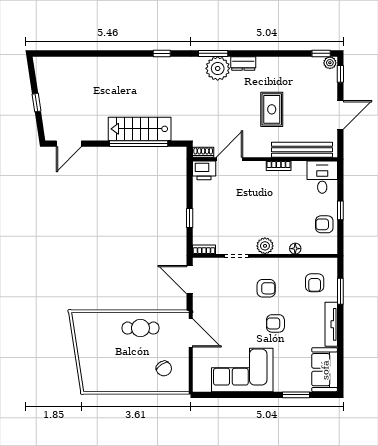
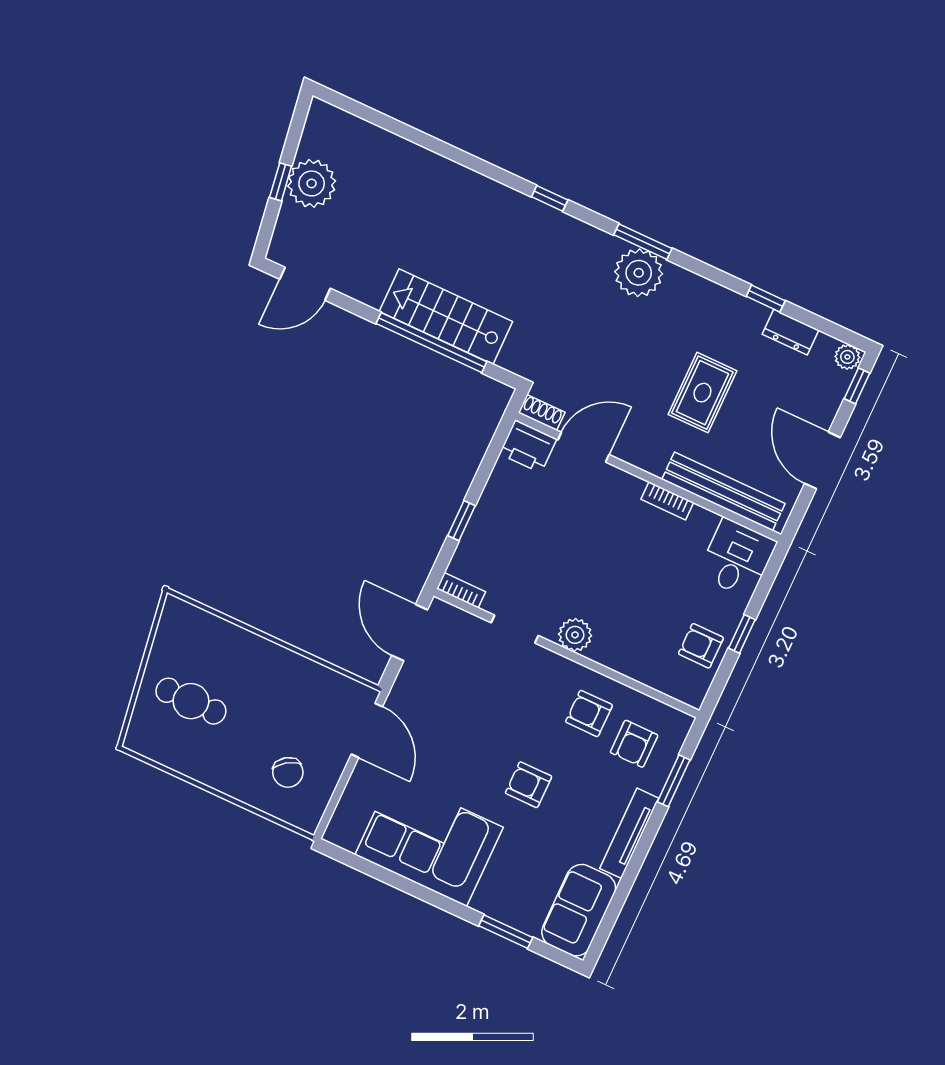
window: (321, 53) -> (766, 299), moved
dresser: (243, 63) -> (791, 332), moved
plant: (51, 97) -> (312, 183), added
door: (340, 115) -> (822, 460), swing flipped
floor lamp: (295, 249) -> (628, 665), removed
armchair: (266, 288) -> (589, 713), moved, turned 180
cafe table: (140, 328) -> (191, 701), moved

